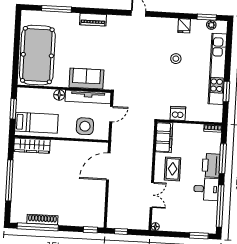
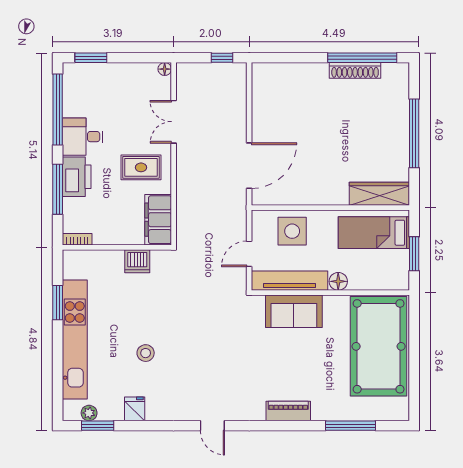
rug: (173, 169) -> (141, 167), turned 90
window: (90, 230) -> (274, 58), removed

